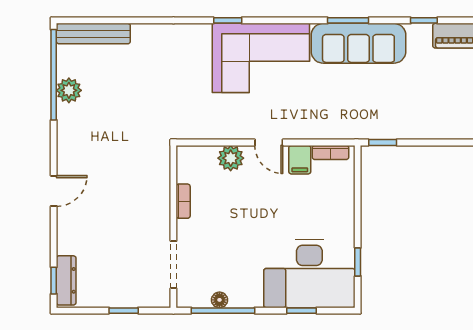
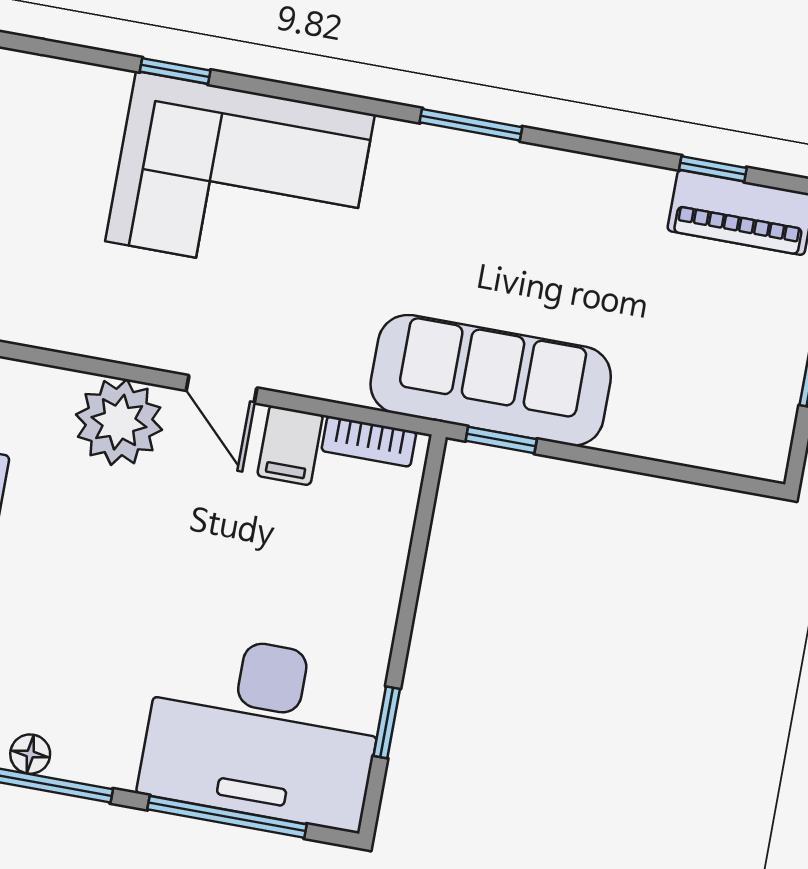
window: (424, 20) -> (713, 169), moved
sofa: (358, 43) -> (491, 380), moved, turned 180
plant: (231, 158) -> (119, 422), width x1.36, depth x1.36
window: (301, 311) -> (227, 817), width x2.17

